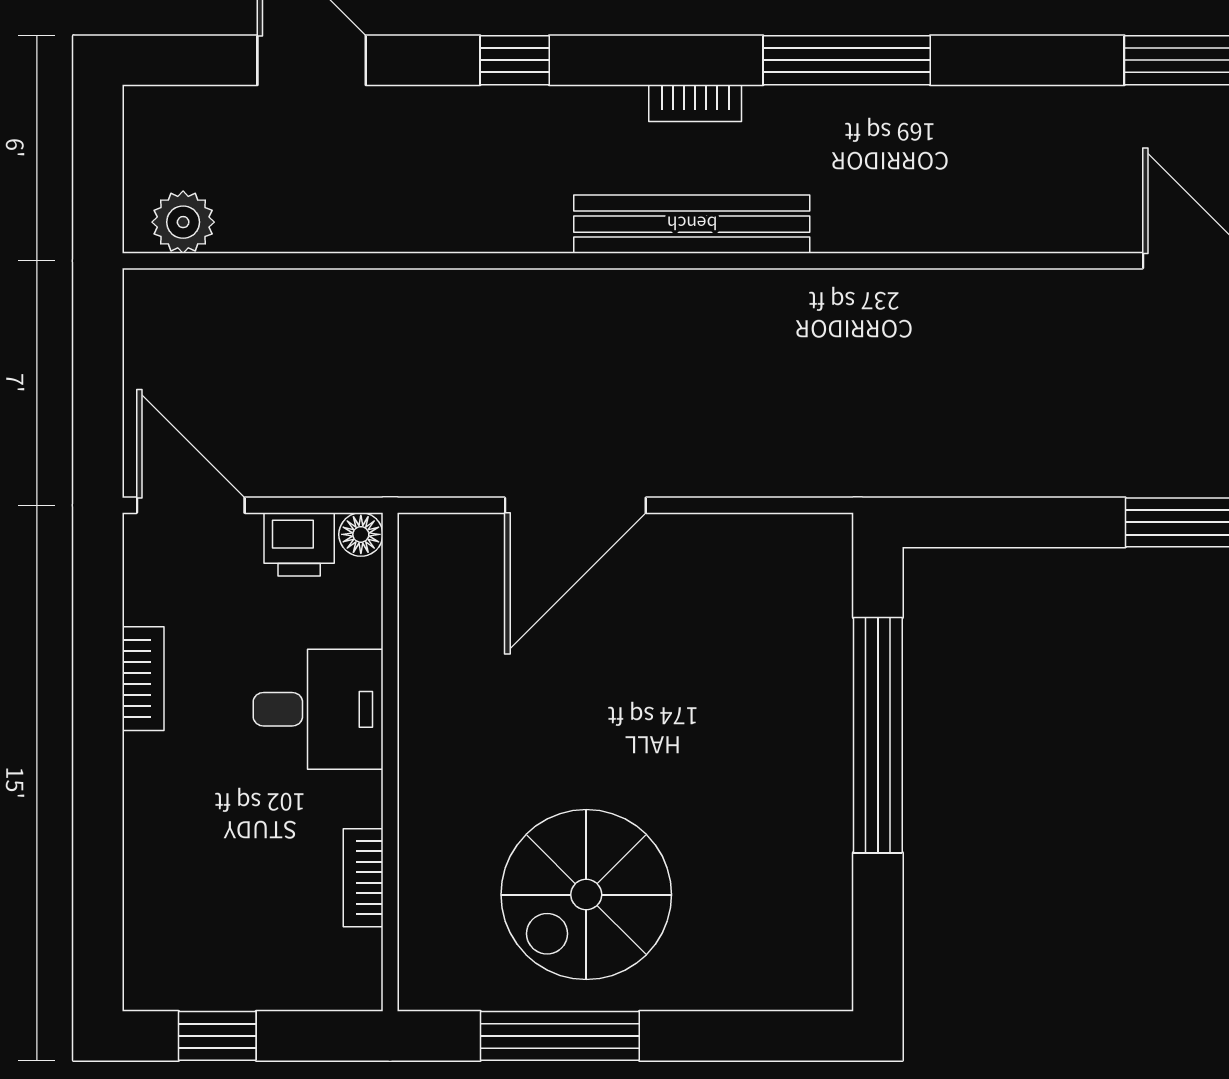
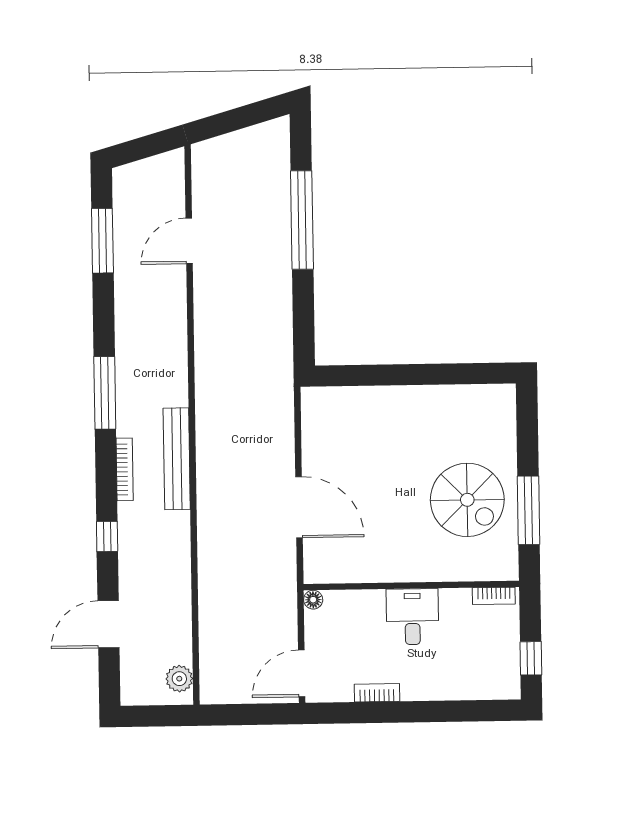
bookcase: (695, 103) -> (125, 469), width x1.56
printer: (299, 544) -> (318, 626), removed
desk: (318, 709) -> (412, 617), moved
window: (878, 735) -> (396, 375), removed
bookcase: (363, 878) -> (494, 596), moved

